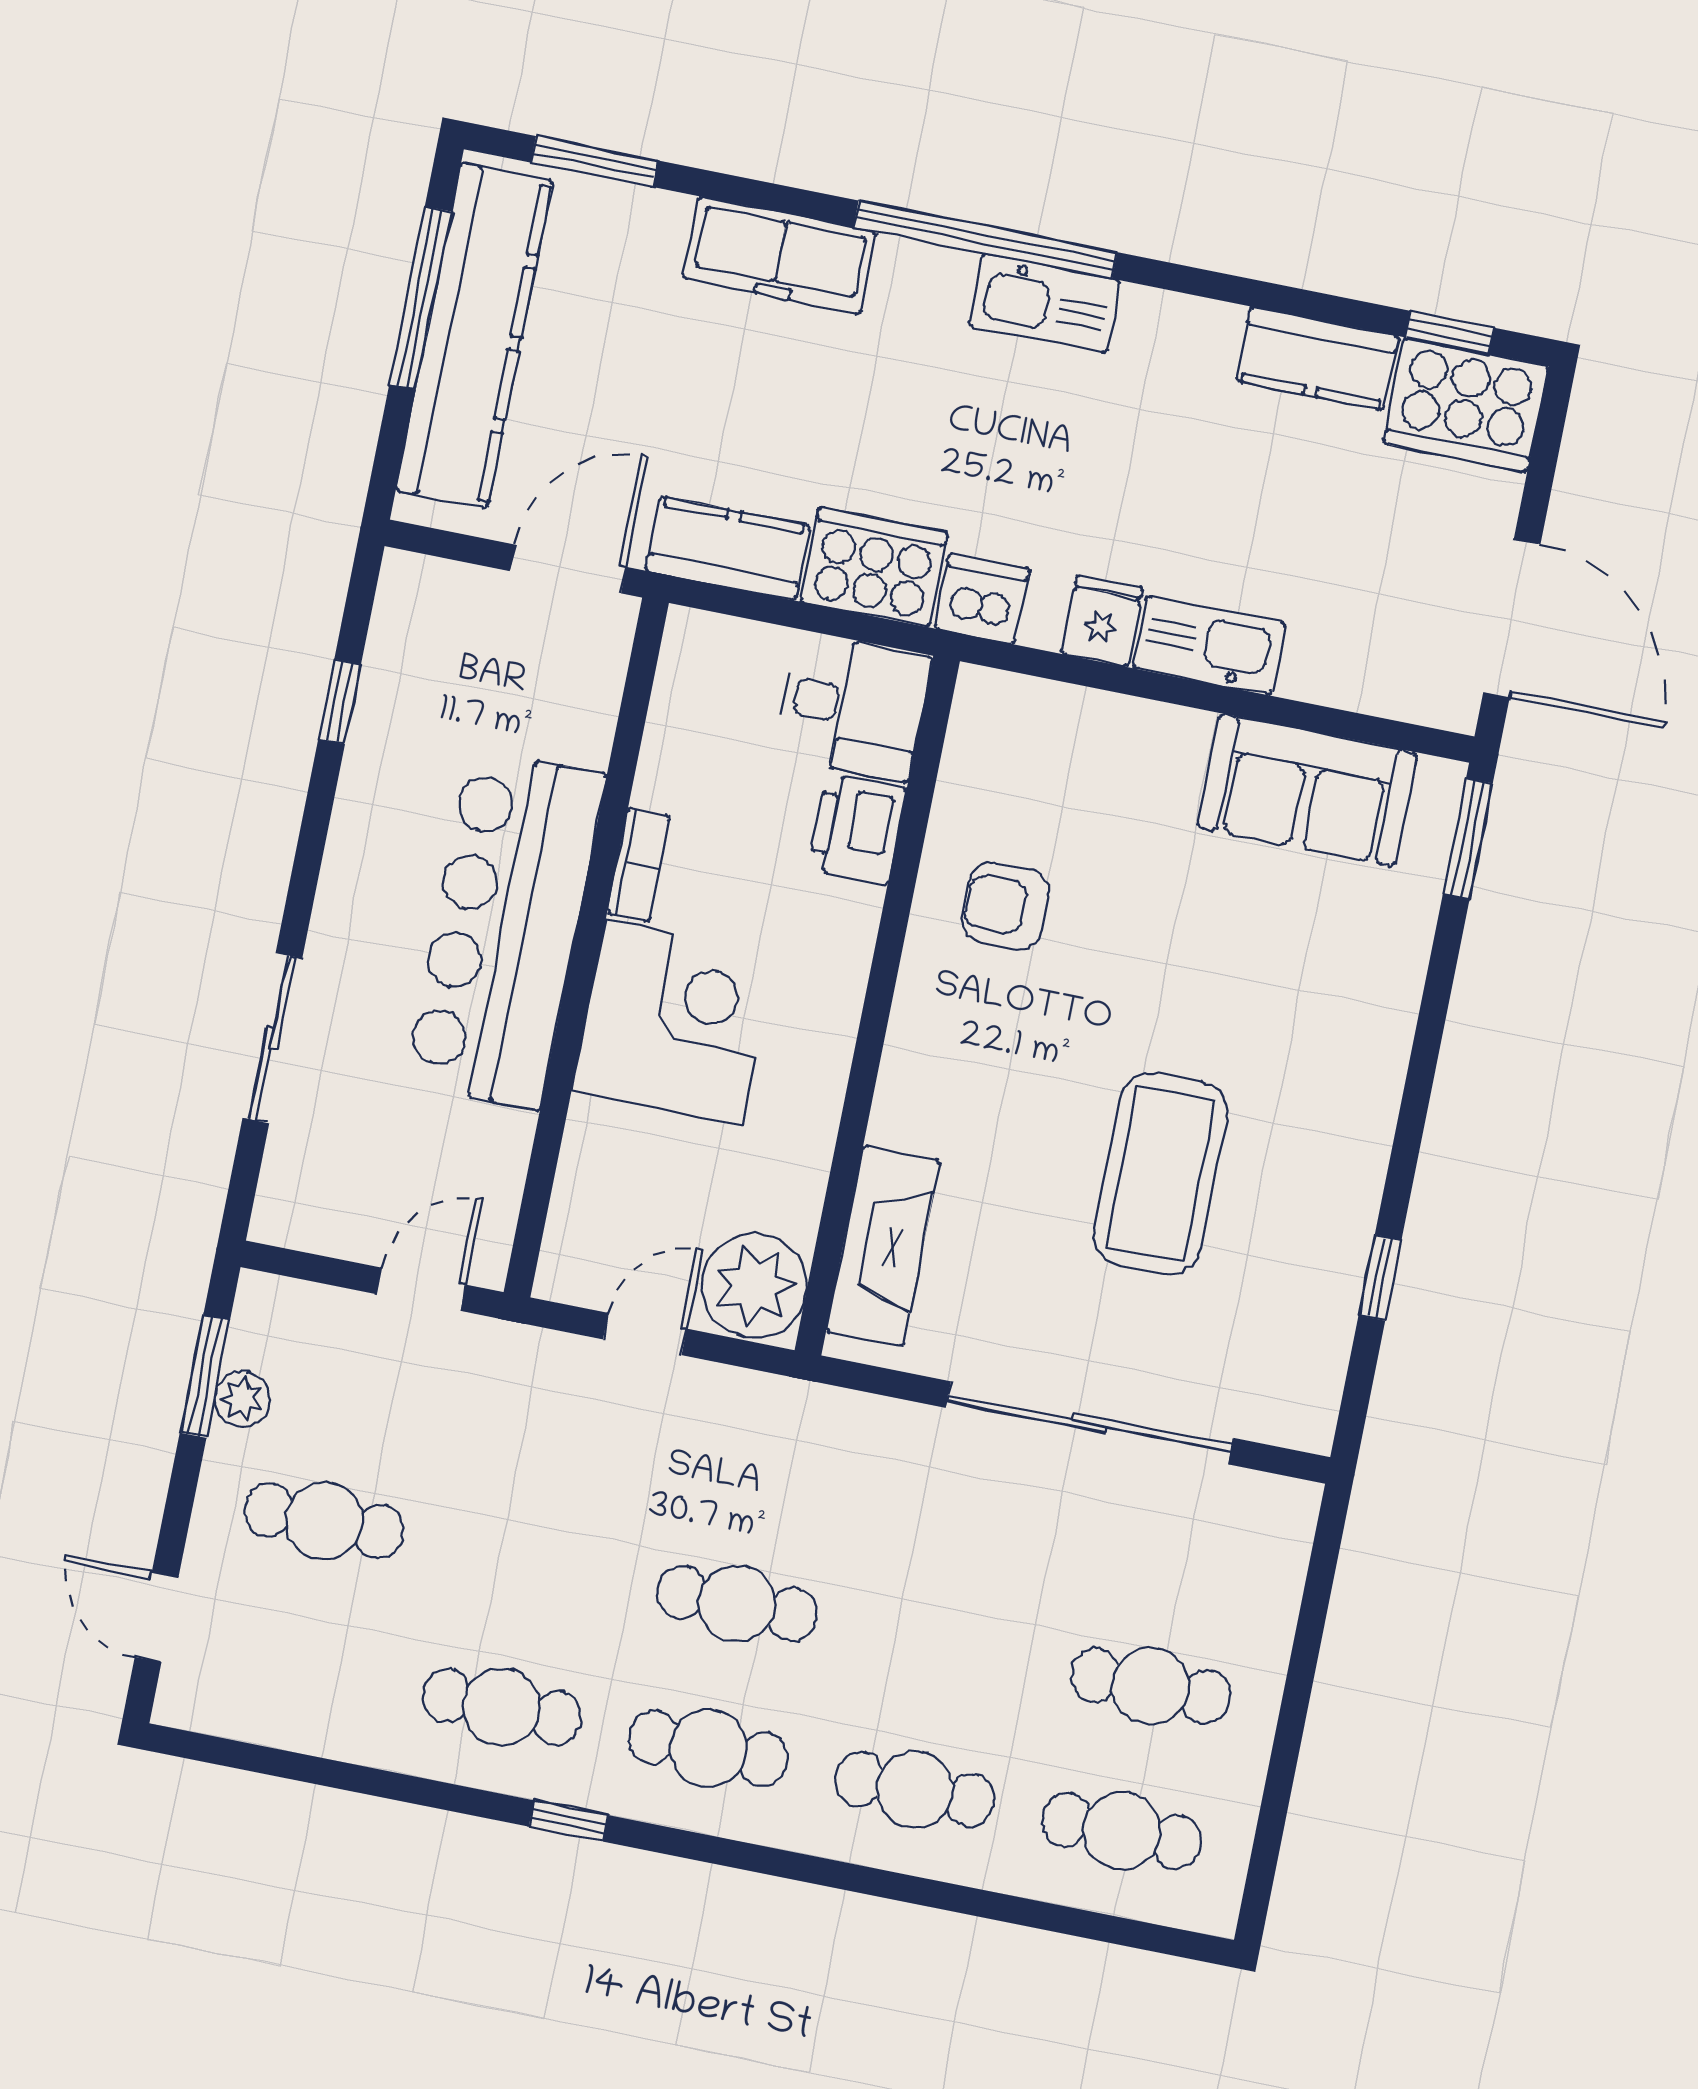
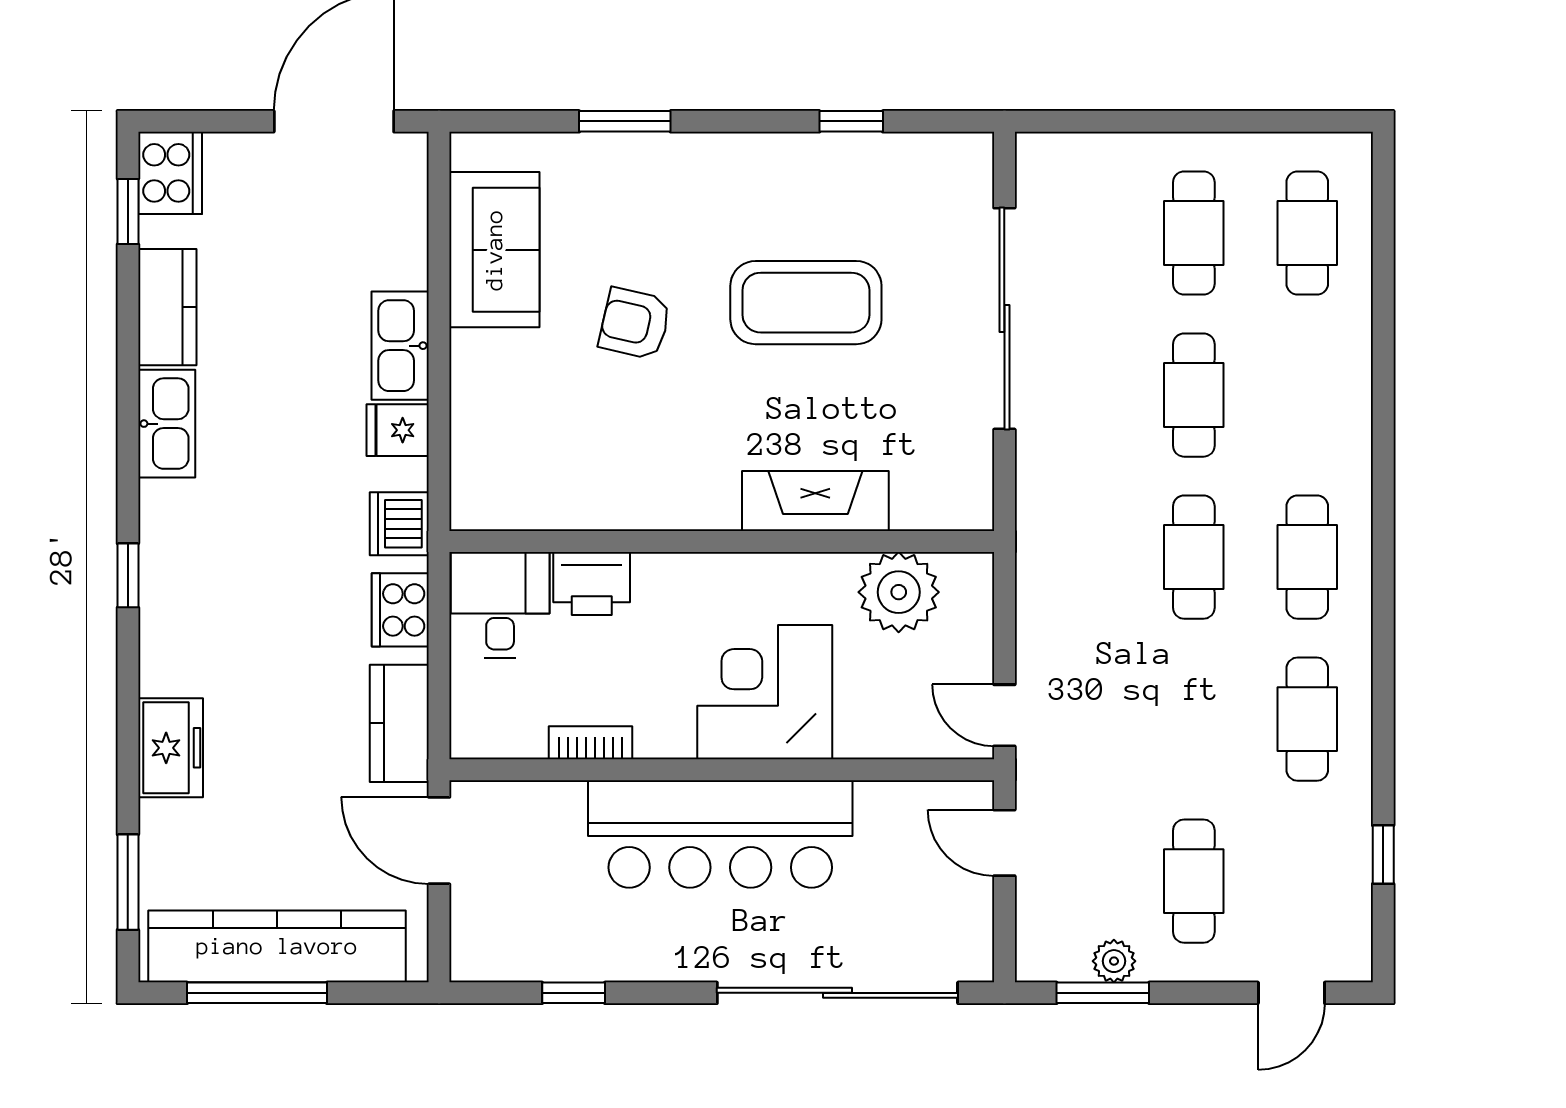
window: (985, 240) -> (128, 575), width x0.32
freezer: (780, 255) -> (171, 748), width x0.71
kitchen sink: (1045, 303) -> (167, 424), moved
cooker: (1466, 405) -> (170, 173), width x0.73, depth x0.76
cooker: (874, 567) -> (400, 610), width x0.73, depth x0.76
window: (1468, 839) -> (625, 121), moved
bookcase: (639, 865) -> (590, 743), moved
armchair: (1005, 906) -> (635, 324), moved, turned 103
sliding door: (272, 1038) -> (837, 993), width x1.86
fireplace: (883, 1246) -> (815, 501), moved
plant: (754, 1286) -> (899, 592), moved
door: (645, 1334) -> (1004, 715), moved
cafe table: (915, 1789) -> (1194, 395), moved
window: (569, 1821) -> (1383, 855), moved

